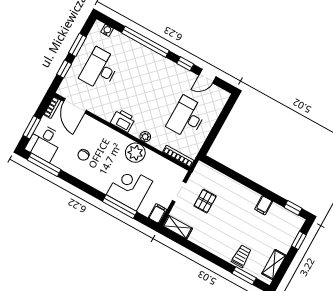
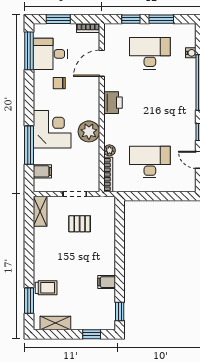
water cooler: (107, 30) -> (191, 53), moved
door: (75, 106) -> (102, 63), moved
plant: (145, 137) -> (109, 150), moved
desk: (44, 143) -> (50, 54), moved
corner desk: (130, 188) -> (52, 129), moved
filing cabinet: (158, 214) -> (42, 171), moved

